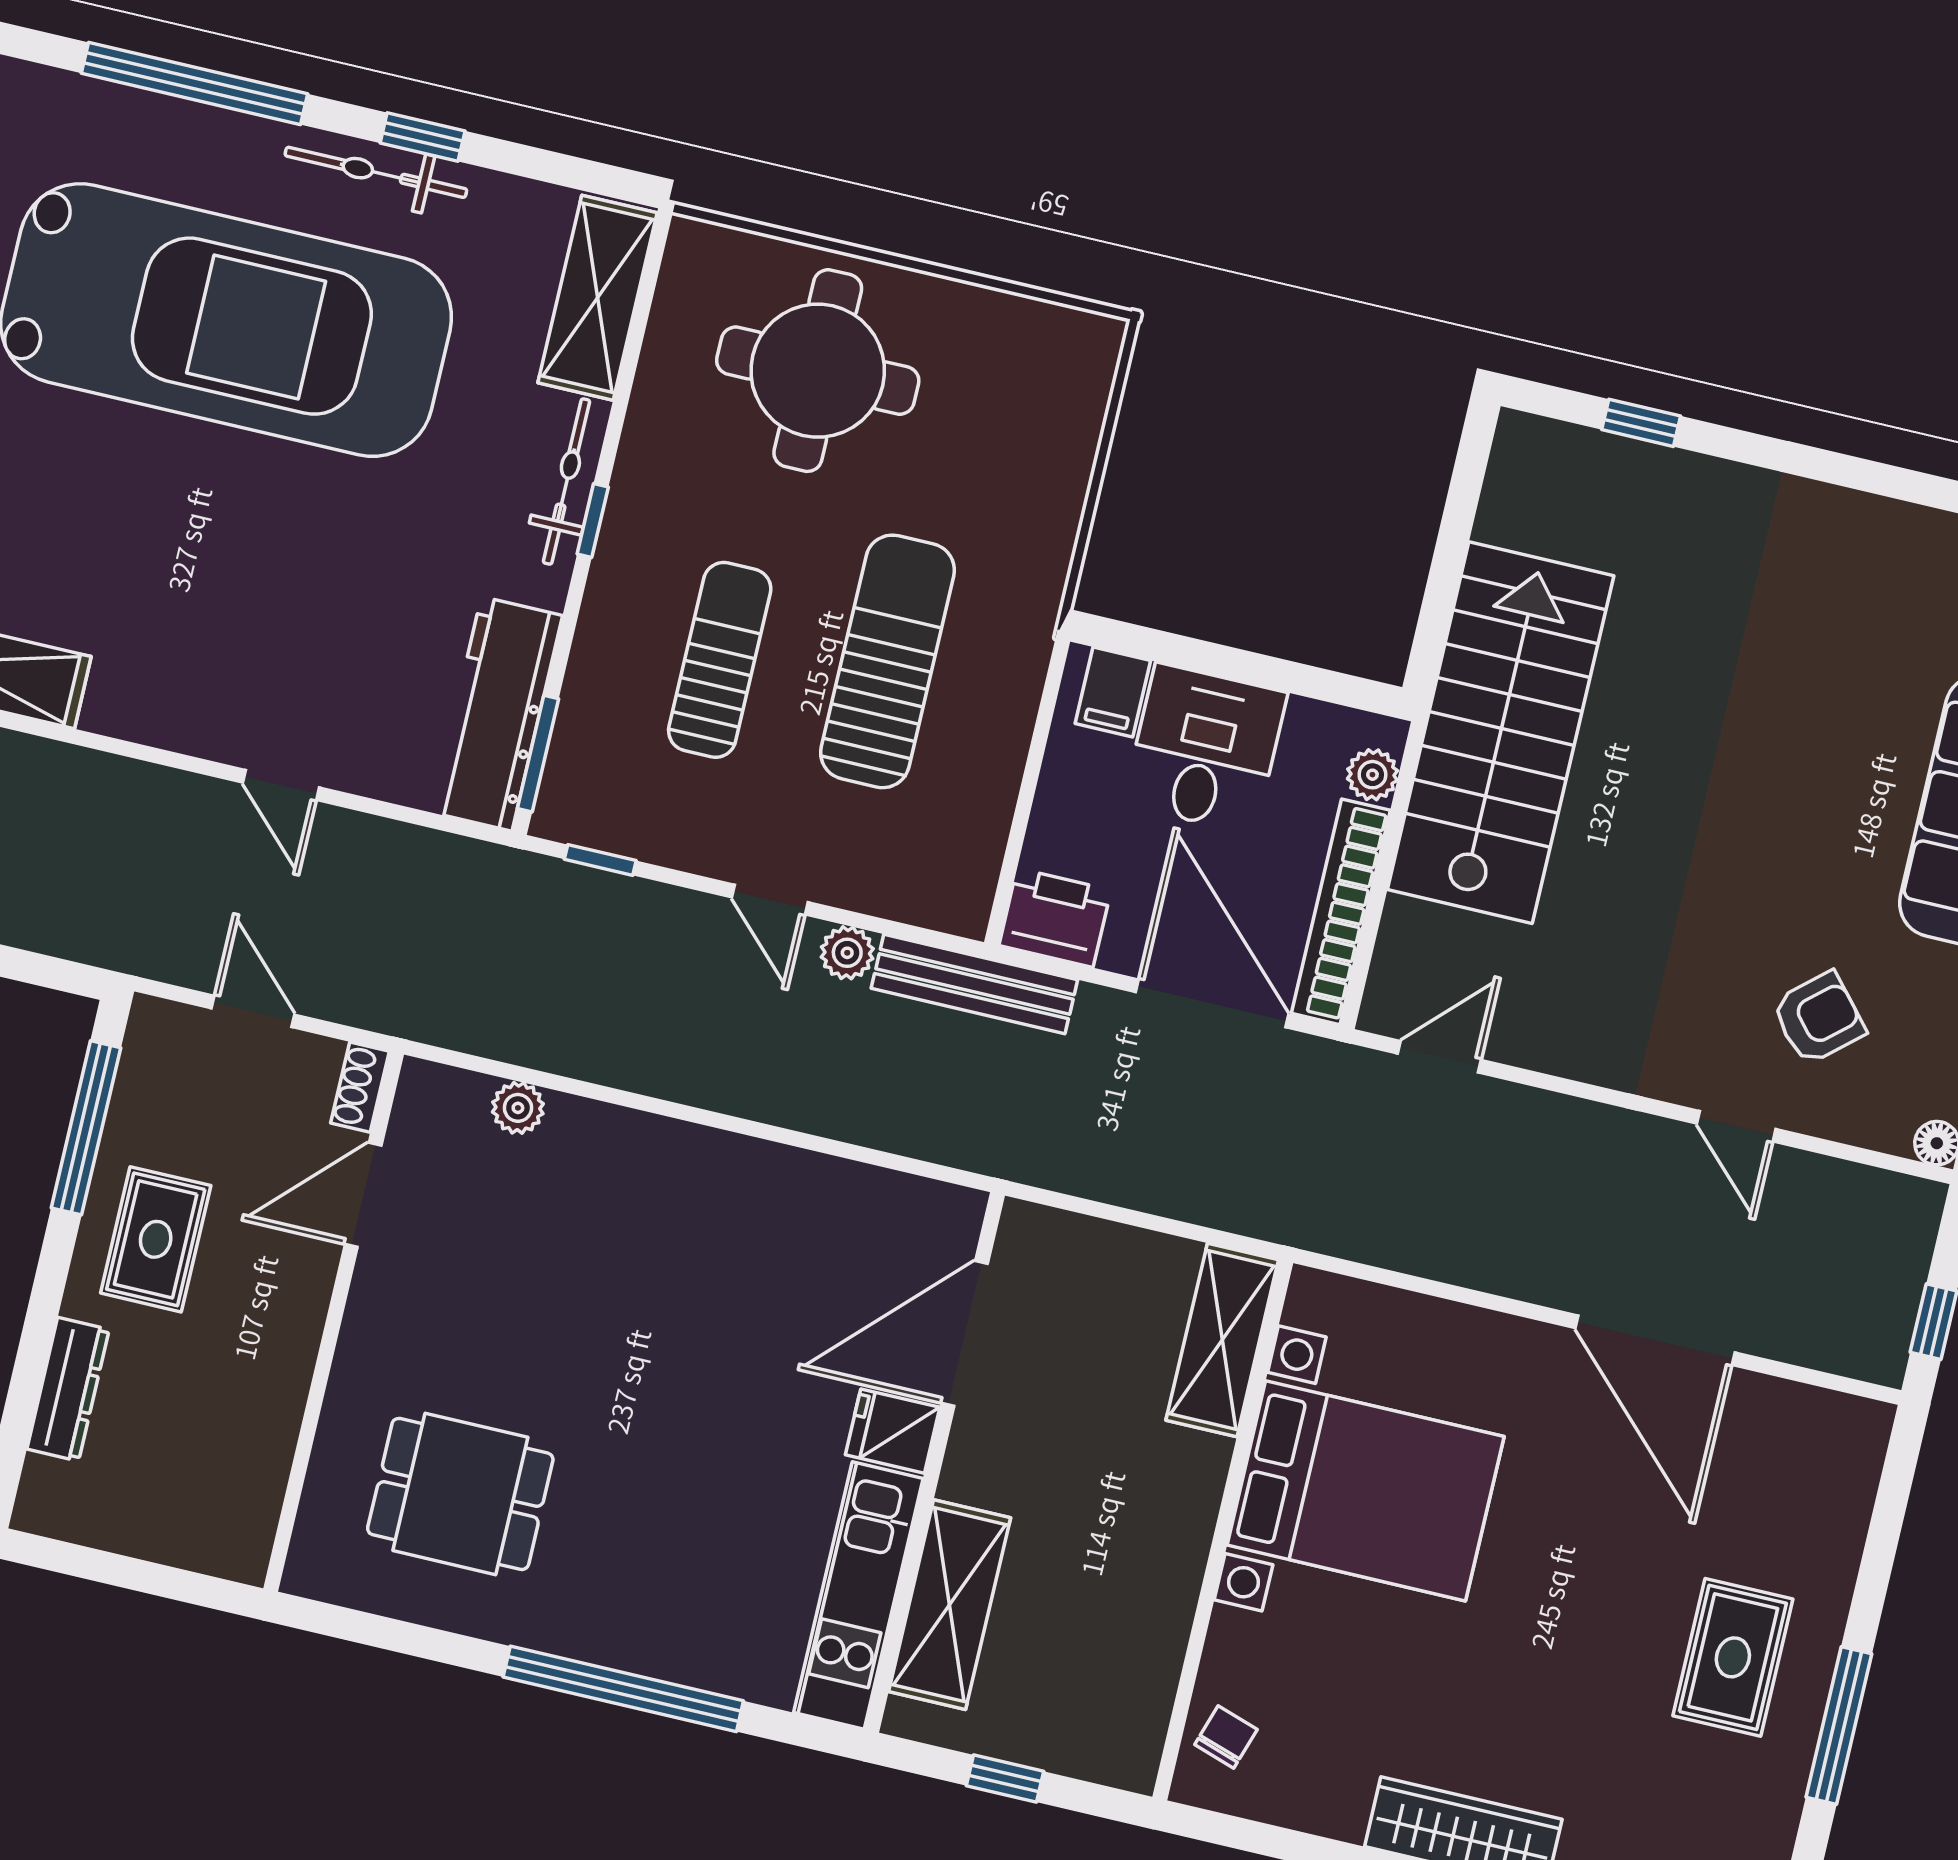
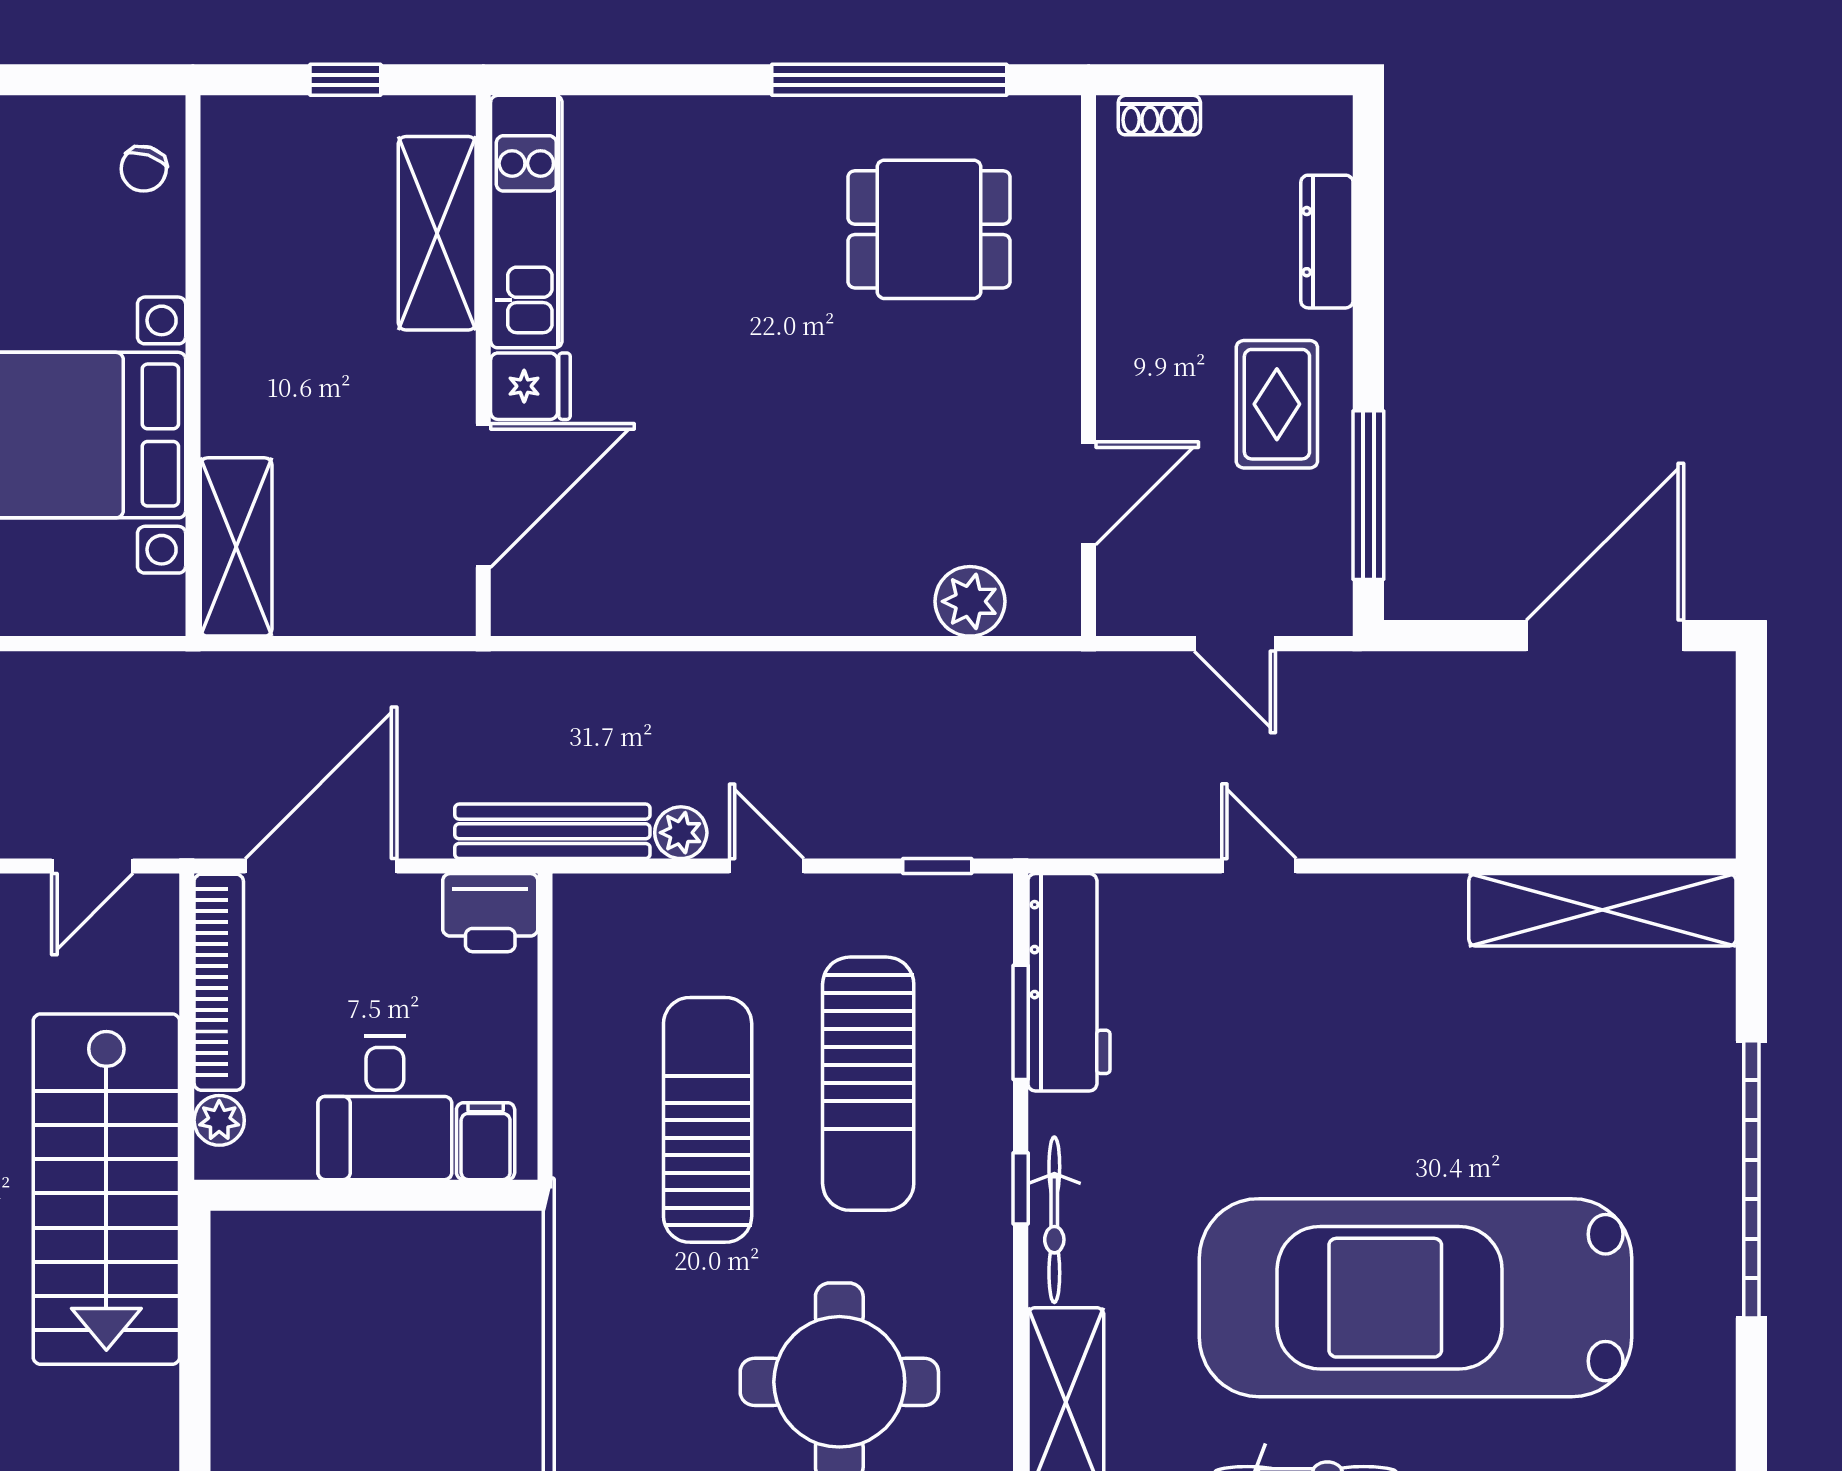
sun lounger: (720, 660) -> (868, 1084), width x1.36, depth x1.34
sun lounger: (888, 661) -> (708, 1120), turned 180
window: (538, 754) -> (1021, 1022), moved
door: (1212, 1003) -> (321, 866), swing flipped
shoe rack: (360, 1087) -> (1159, 115), moved, turned 90
plant: (518, 1108) -> (970, 601), width x1.38, depth x1.38
window: (623, 1689) -> (889, 80), moved

